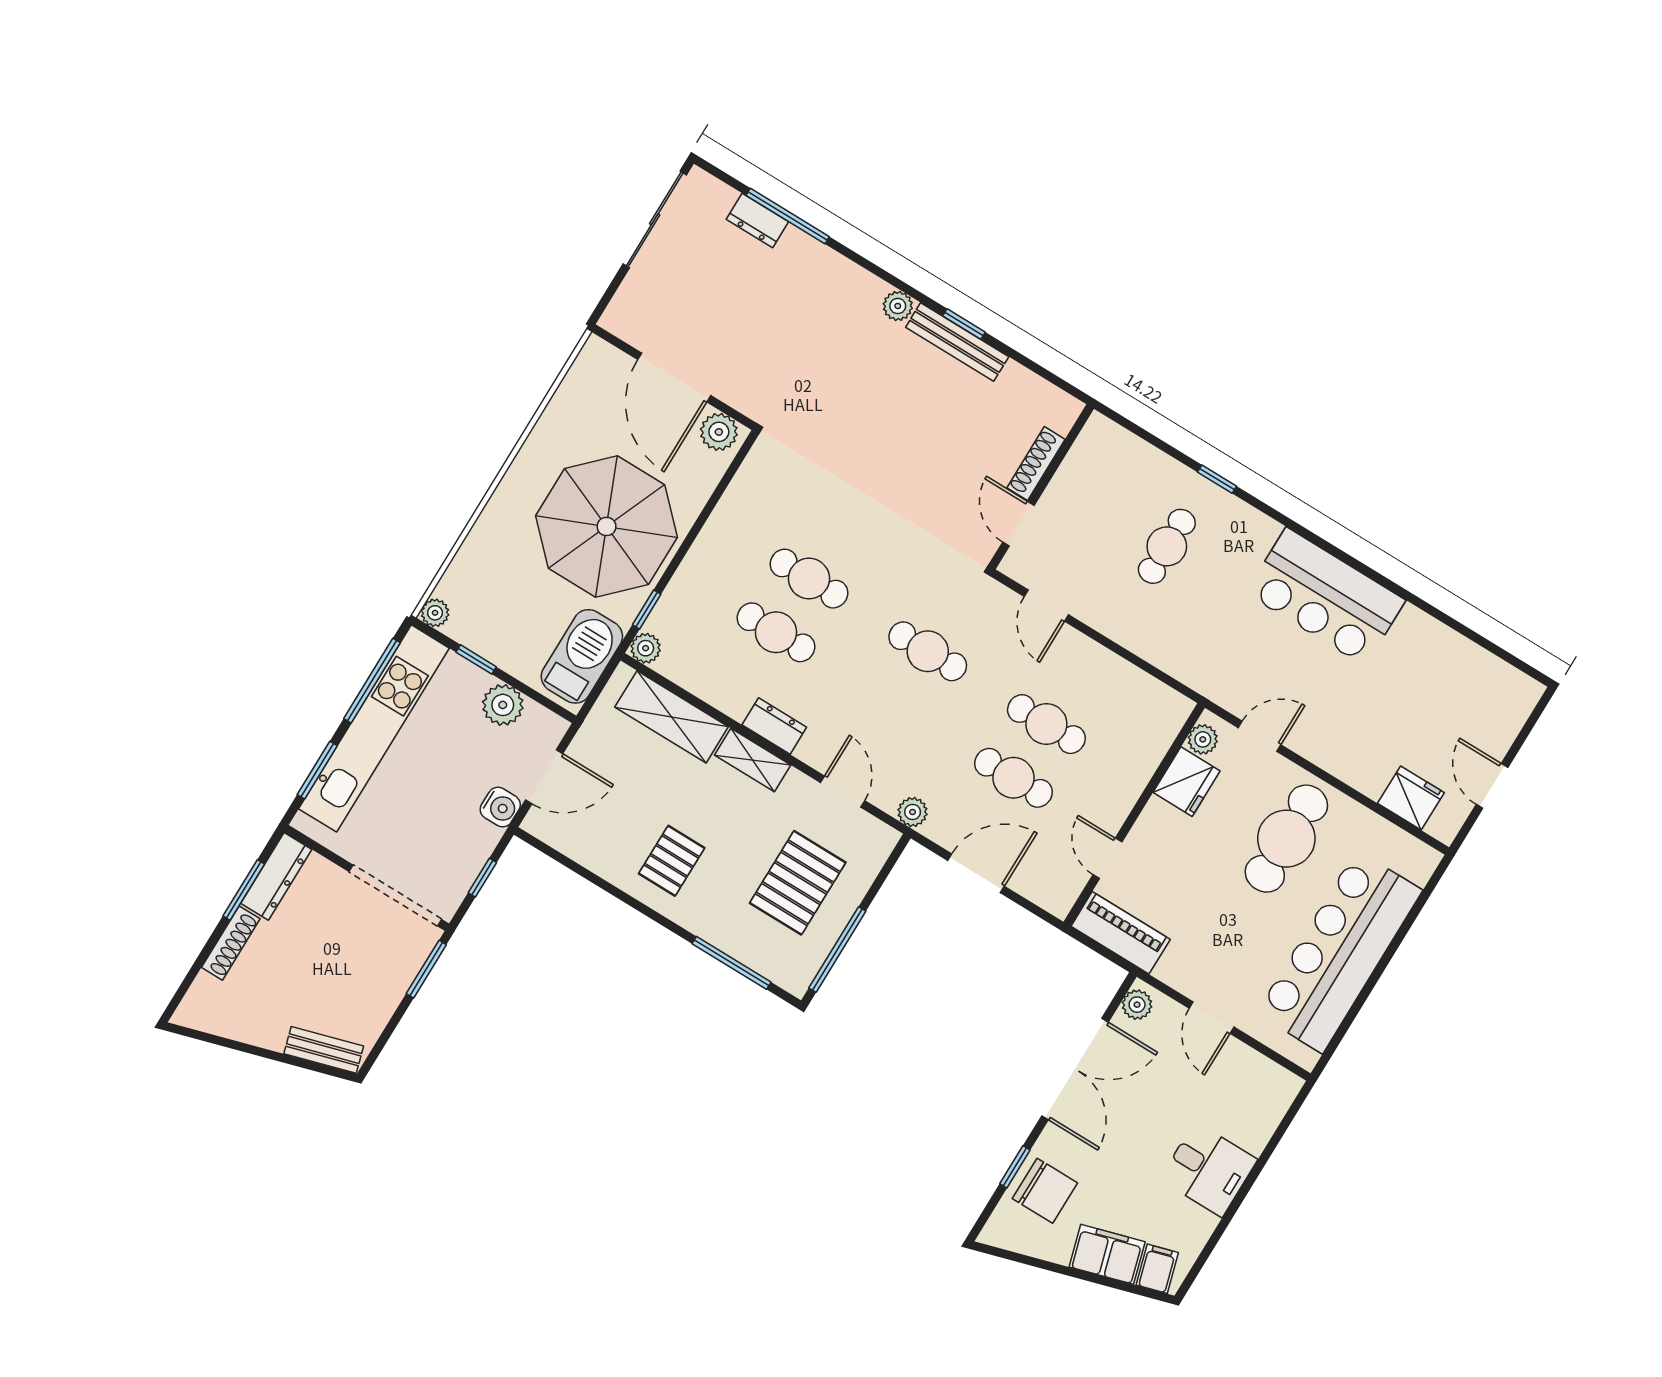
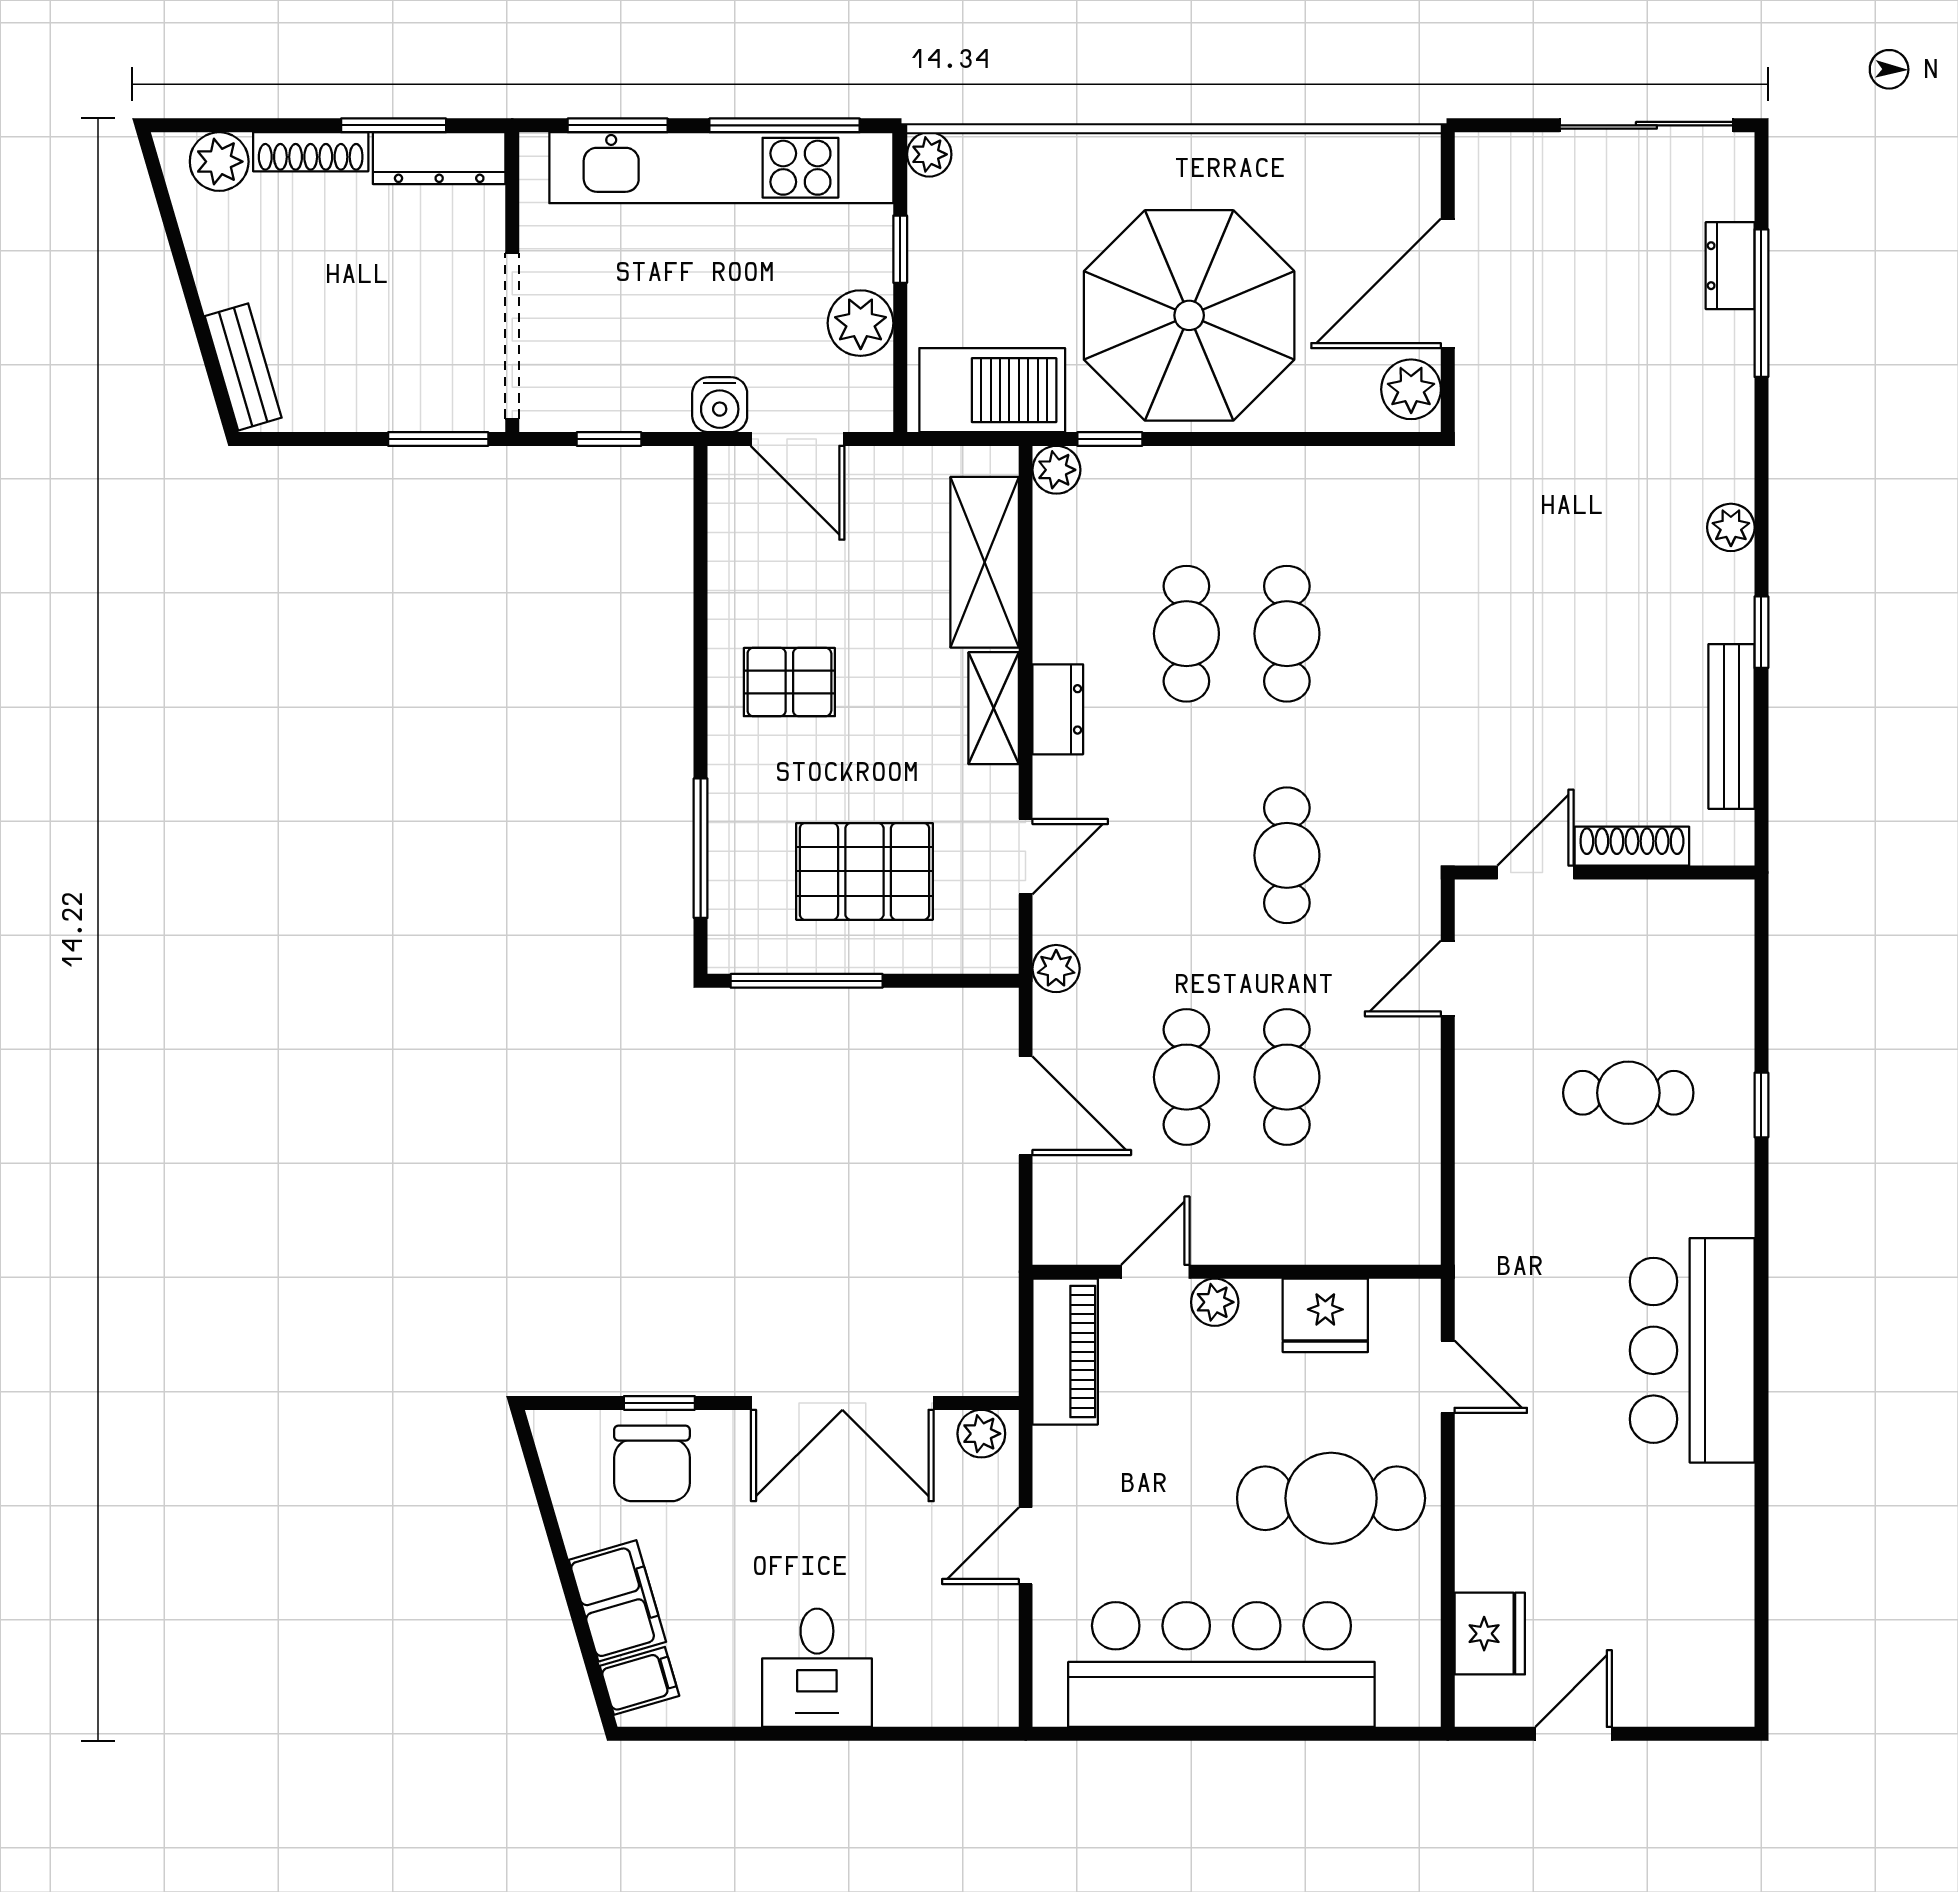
bench: (957, 342) -> (1732, 726), moved
plant: (1203, 739) -> (1215, 1302), moved
plant: (206, 995) -> (219, 162), added

